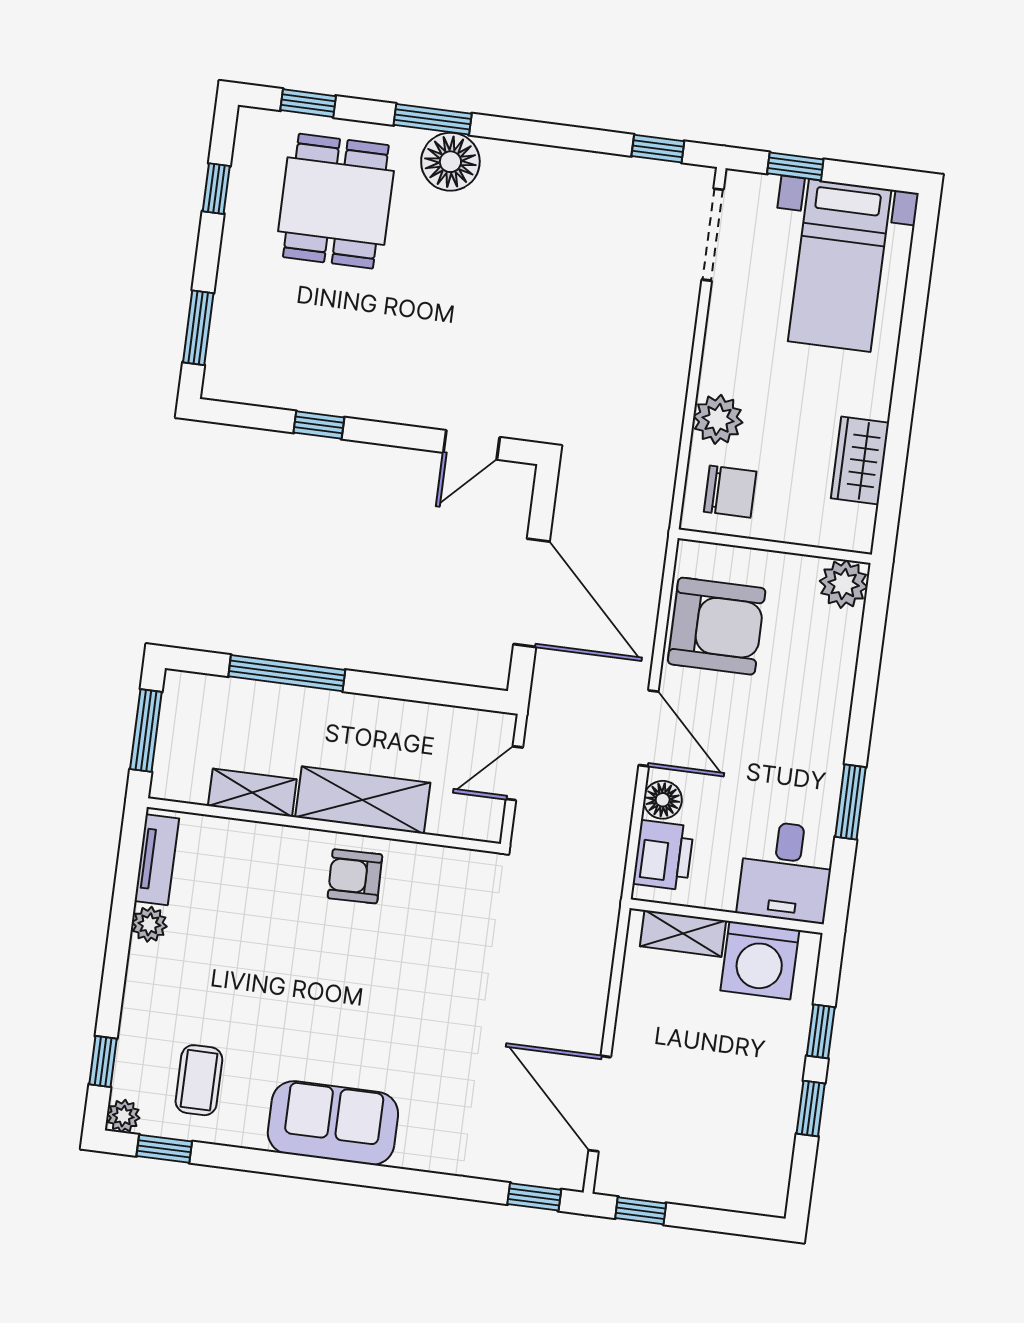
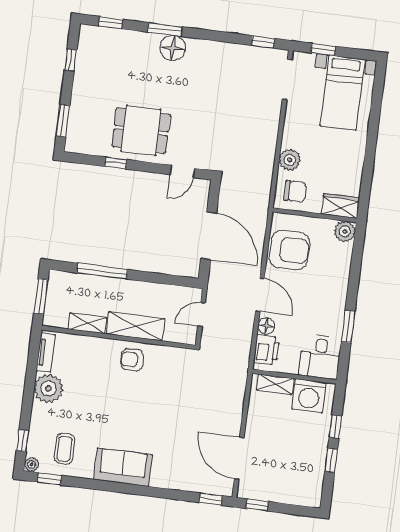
dining table: (336, 201) -> (141, 130), moved, turned 90
wardrobe: (860, 460) -> (340, 206), moved, turned 90
plant: (149, 924) -> (48, 388), width x1.88, depth x1.88

